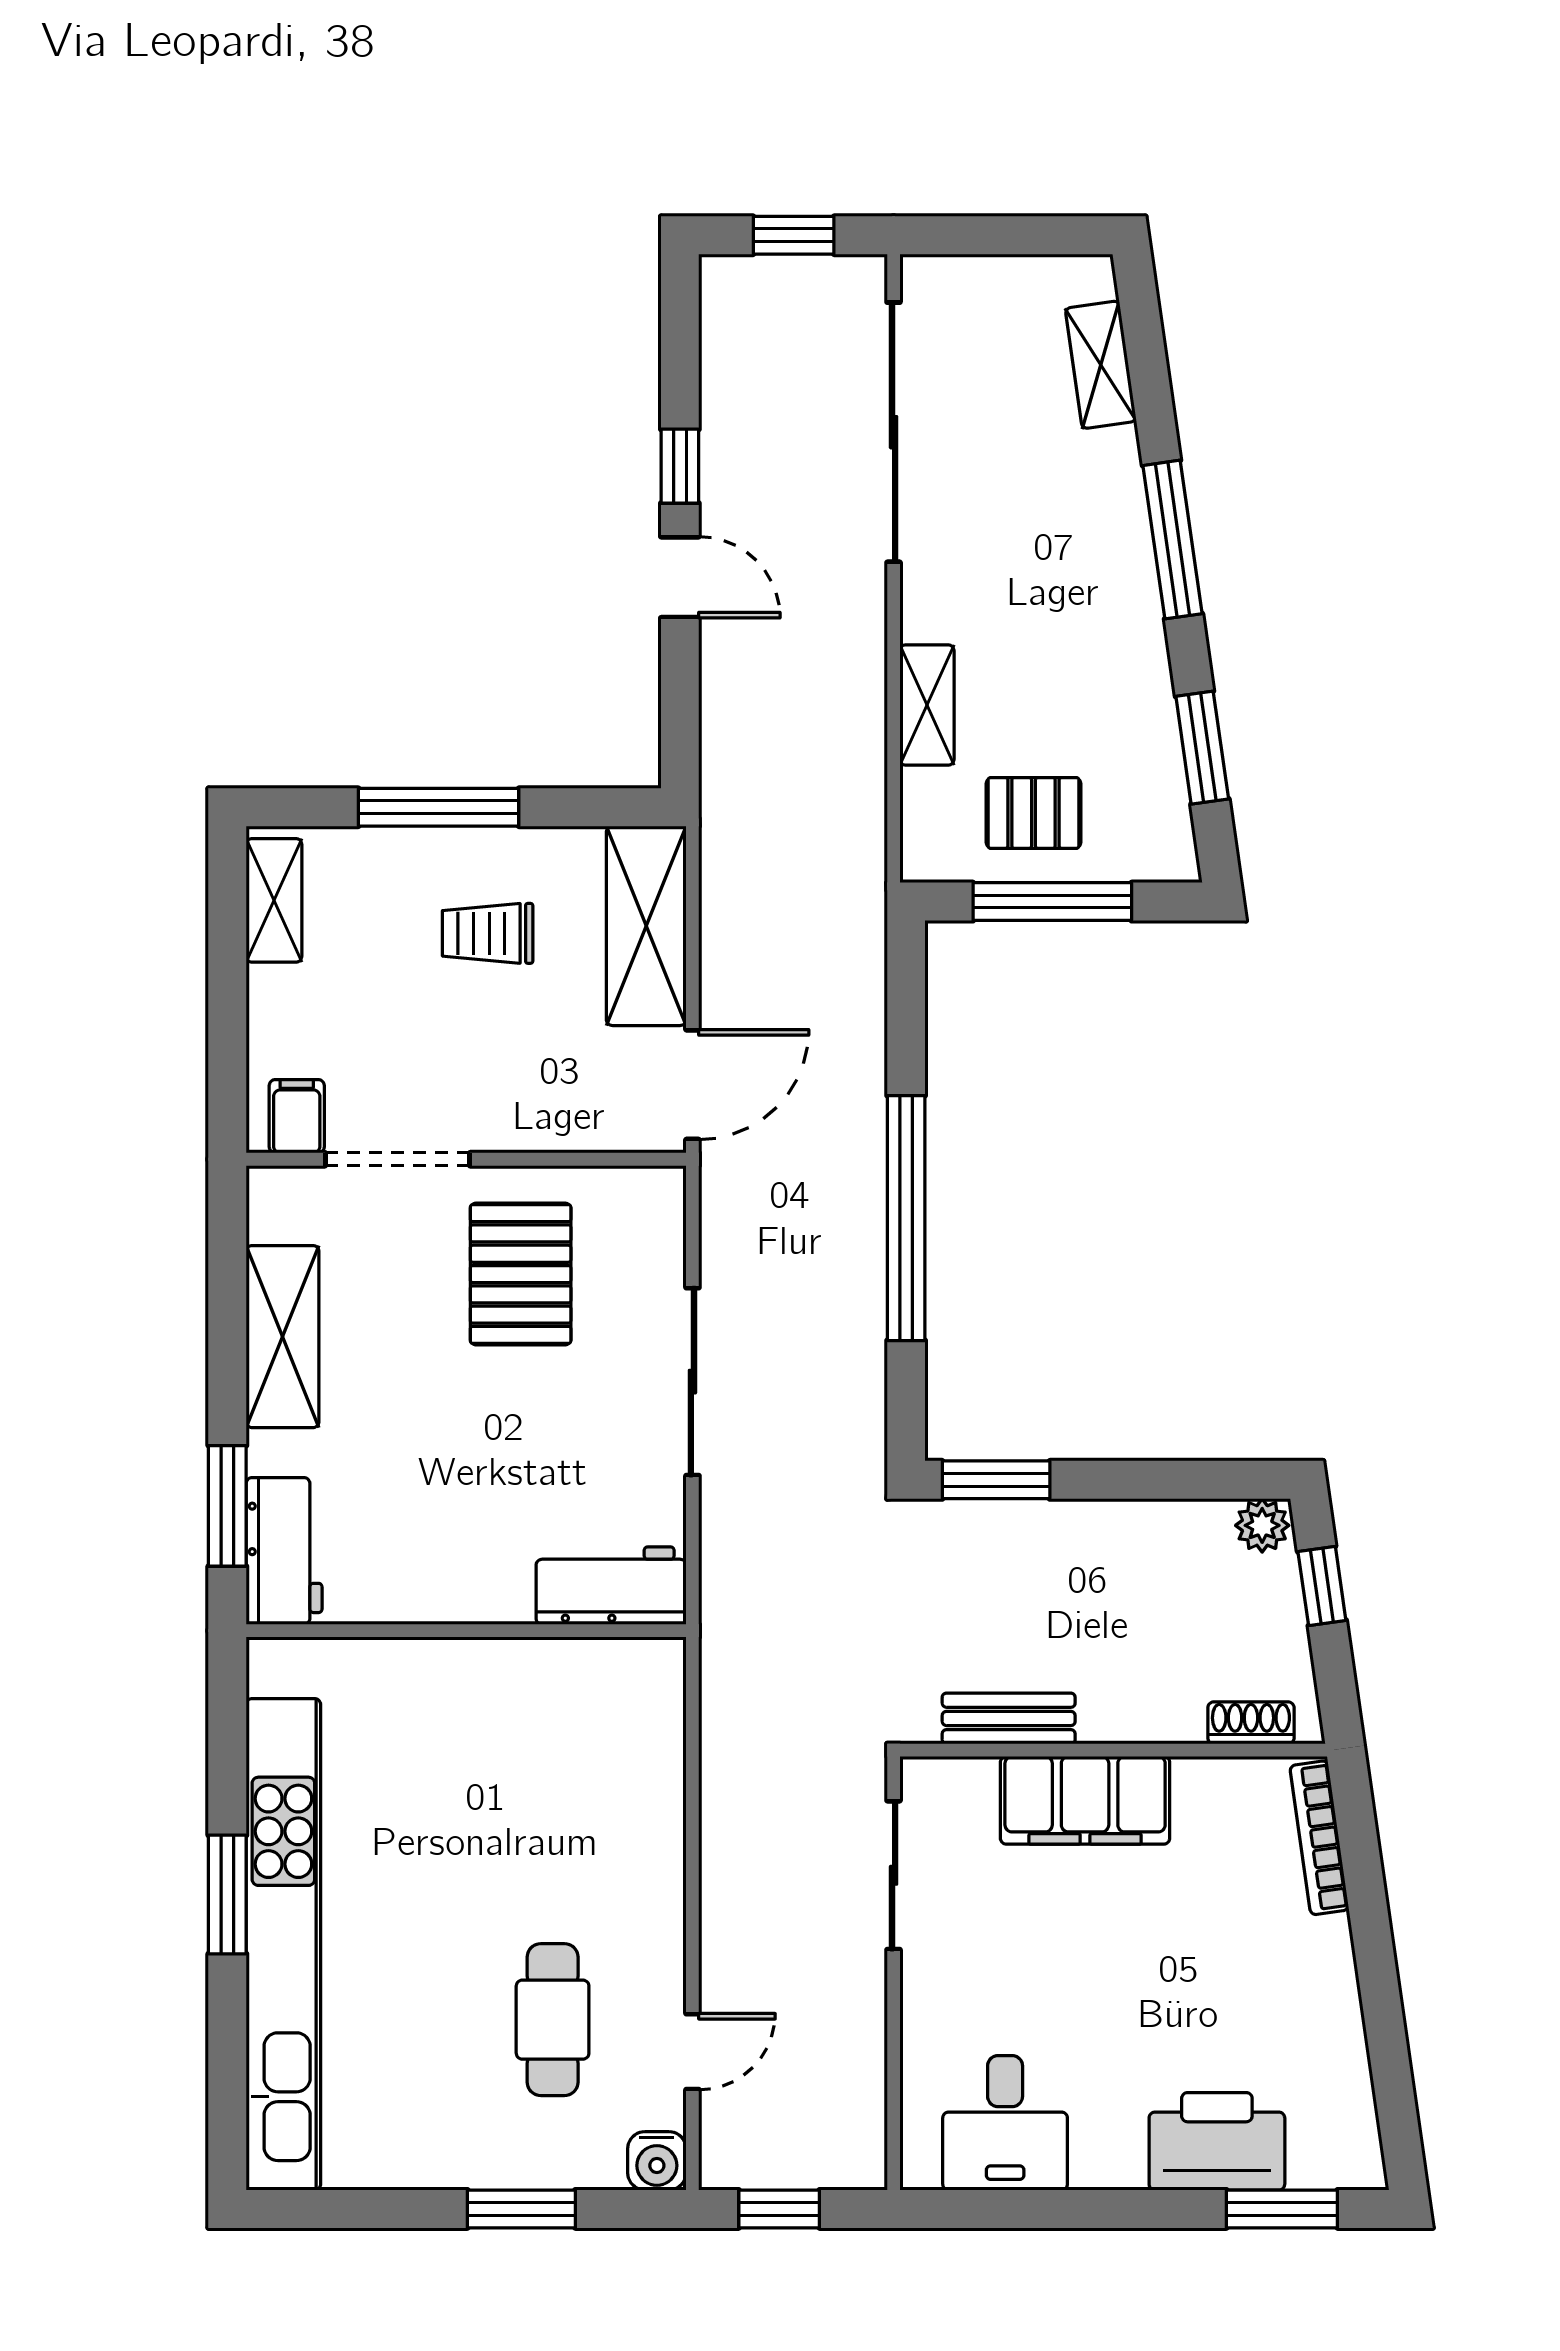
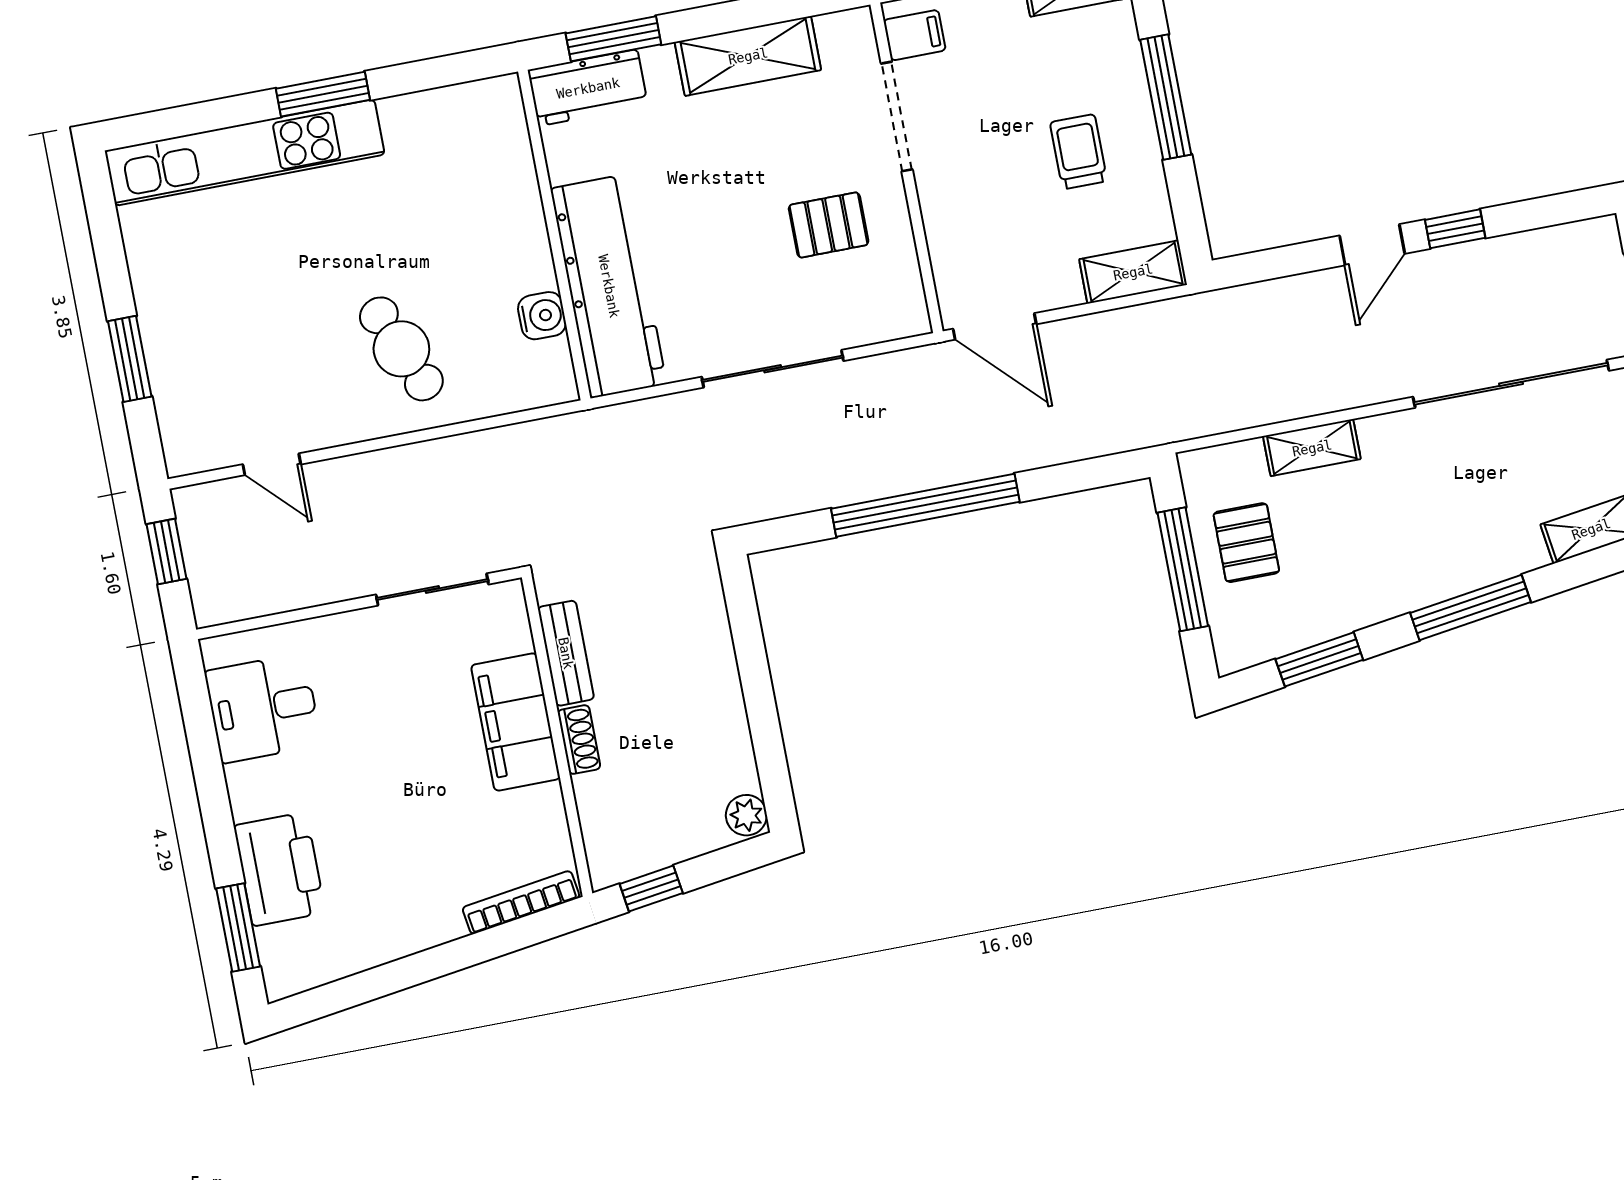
shelving: (646, 926) -> (1133, 272), width x0.67, depth x0.75
pallet: (521, 1274) -> (829, 225), width x0.67, depth x0.71
window: (996, 1480) -> (742, 610), removed
workbench: (611, 1586) -> (609, 286), width x1.88, depth x1.32
window: (1322, 1586) -> (651, 889), moved
shoe rack: (1251, 1723) -> (579, 740), moved
kitchen unit: (283, 1944) -> (245, 153), width x0.73
cafe table: (553, 2020) -> (401, 349), moved, turned 67
water cooler: (657, 2161) -> (542, 316), moved, turned 180

